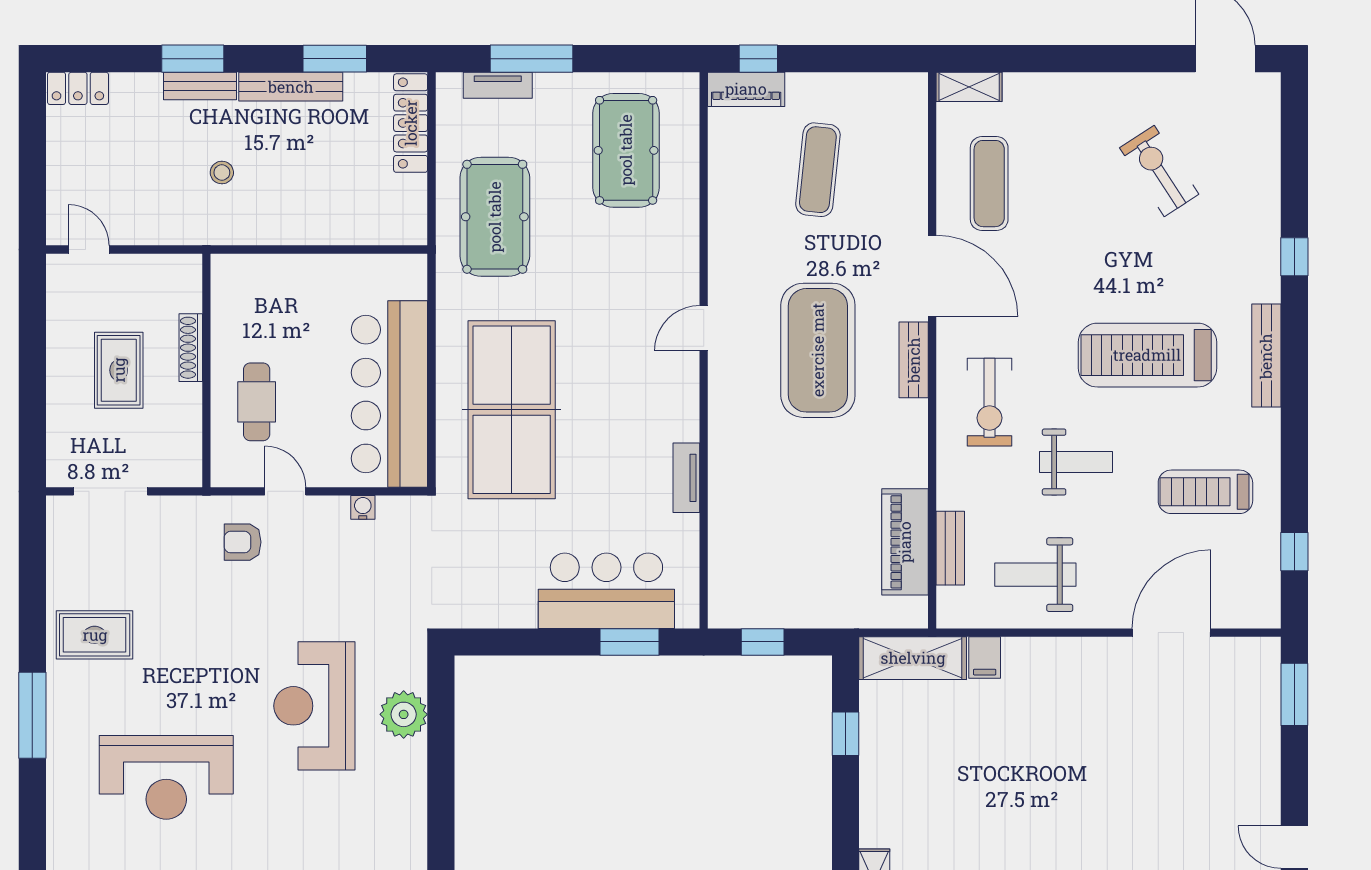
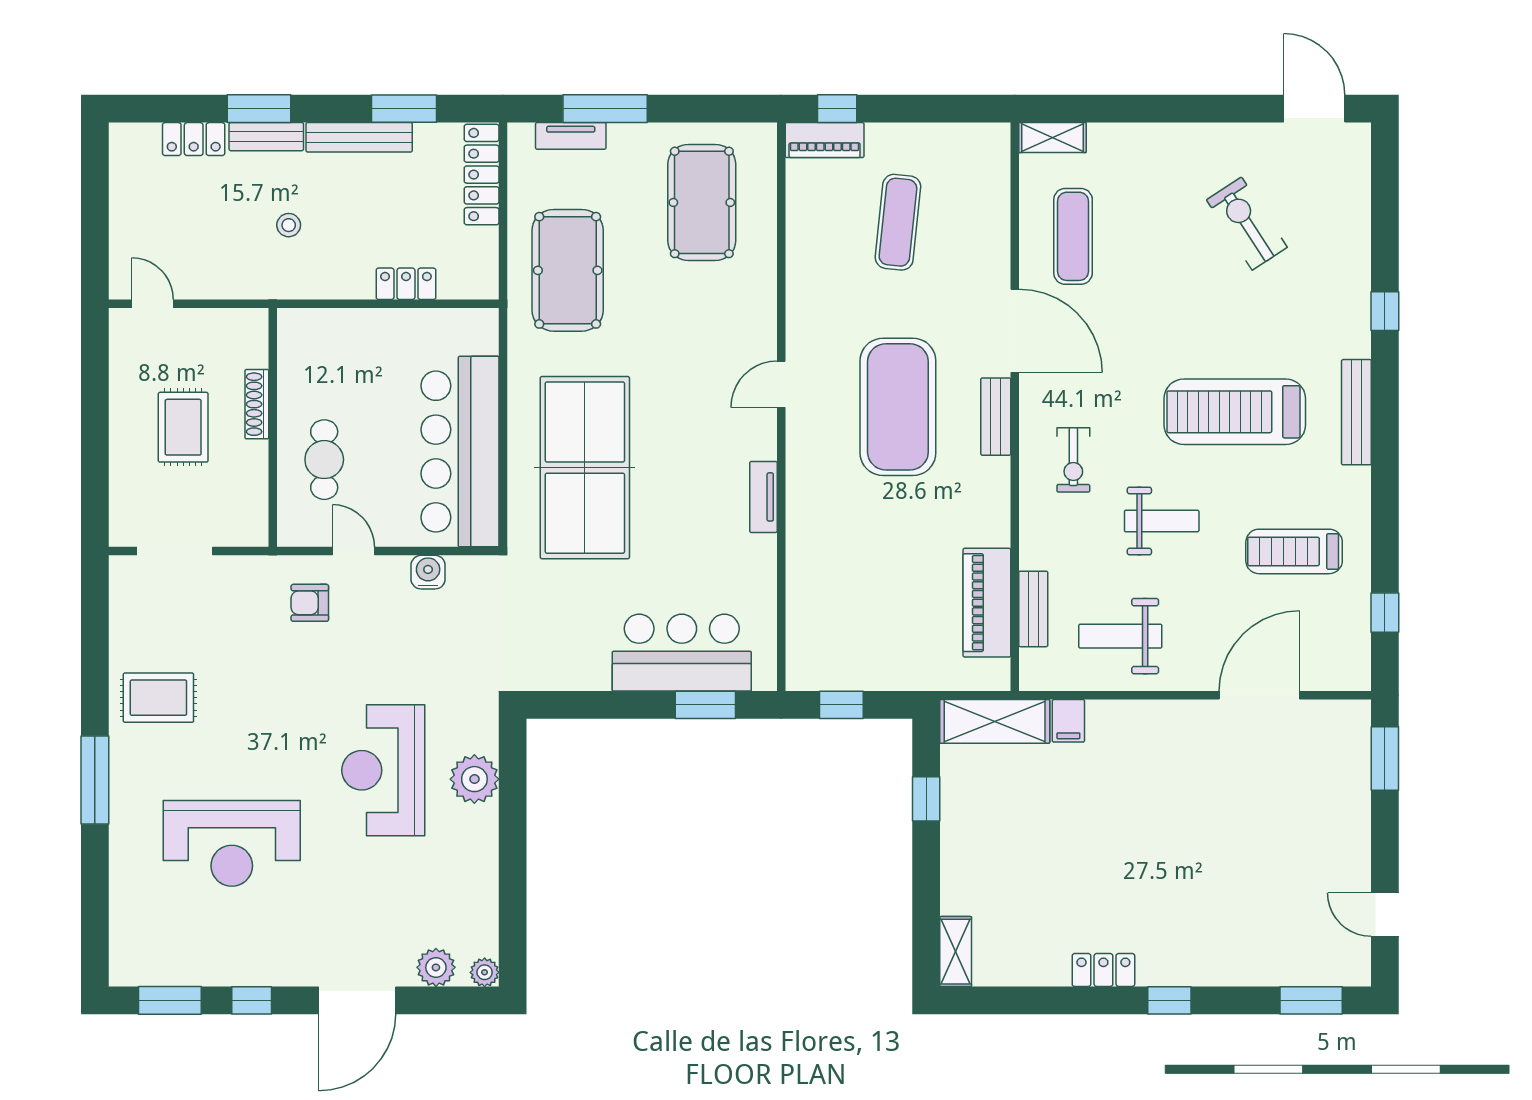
locker: (78, 88) -> (194, 139), moved
locker: (337, 230) -> (406, 284), added
exercise bike: (989, 402) -> (1073, 460), width x0.73, depth x0.72
tv unit: (686, 478) -> (763, 497), moved
water cooler: (363, 507) -> (428, 572), width x1.38, depth x1.38

